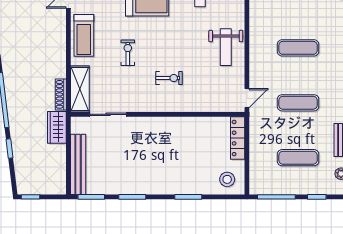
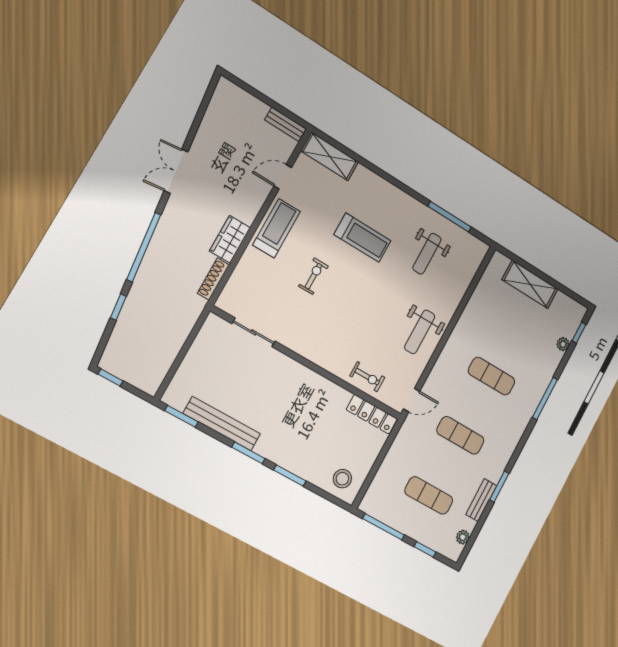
treadmill: (84, 35) -> (277, 228), turned 180
exercise bike: (169, 78) -> (367, 377), moved
shelving: (80, 89) -> (238, 285), removed
wardrobe: (57, 127) -> (230, 239), moved
locker: (238, 138) -> (372, 414), moved, turned -90
bench: (78, 164) -> (222, 424), moved, turned 90
window: (132, 197) -> (248, 453), moved

